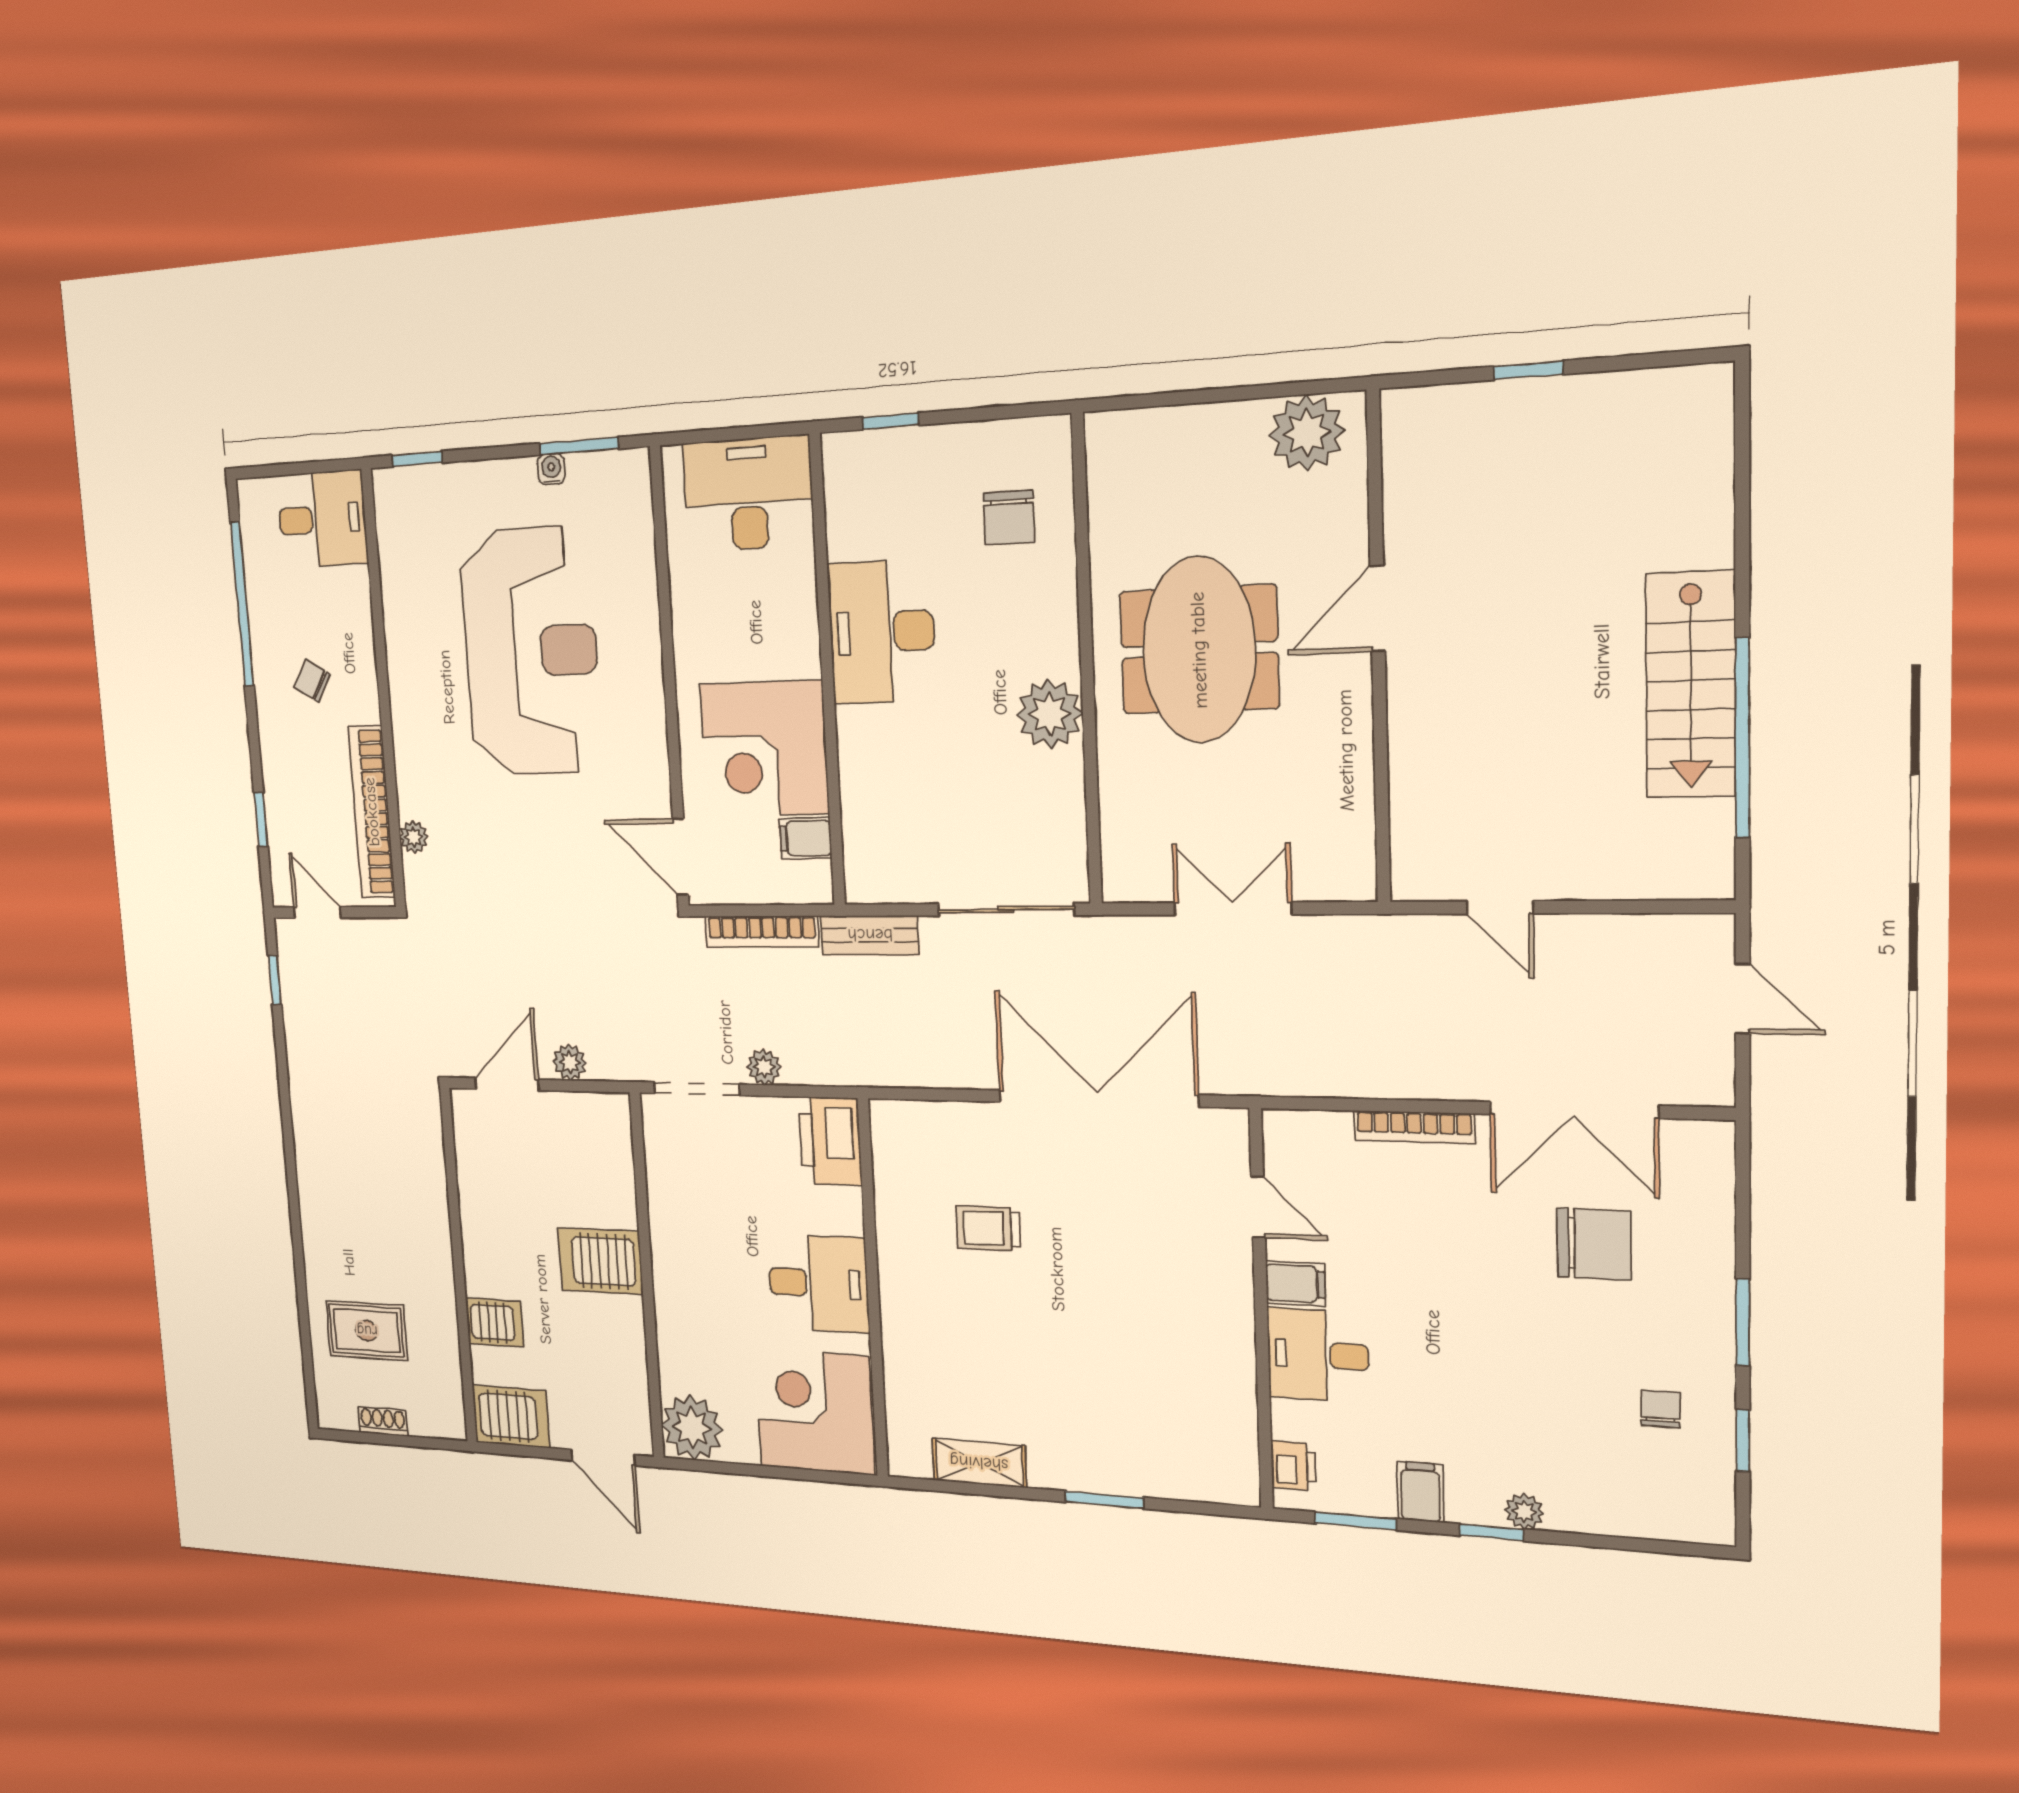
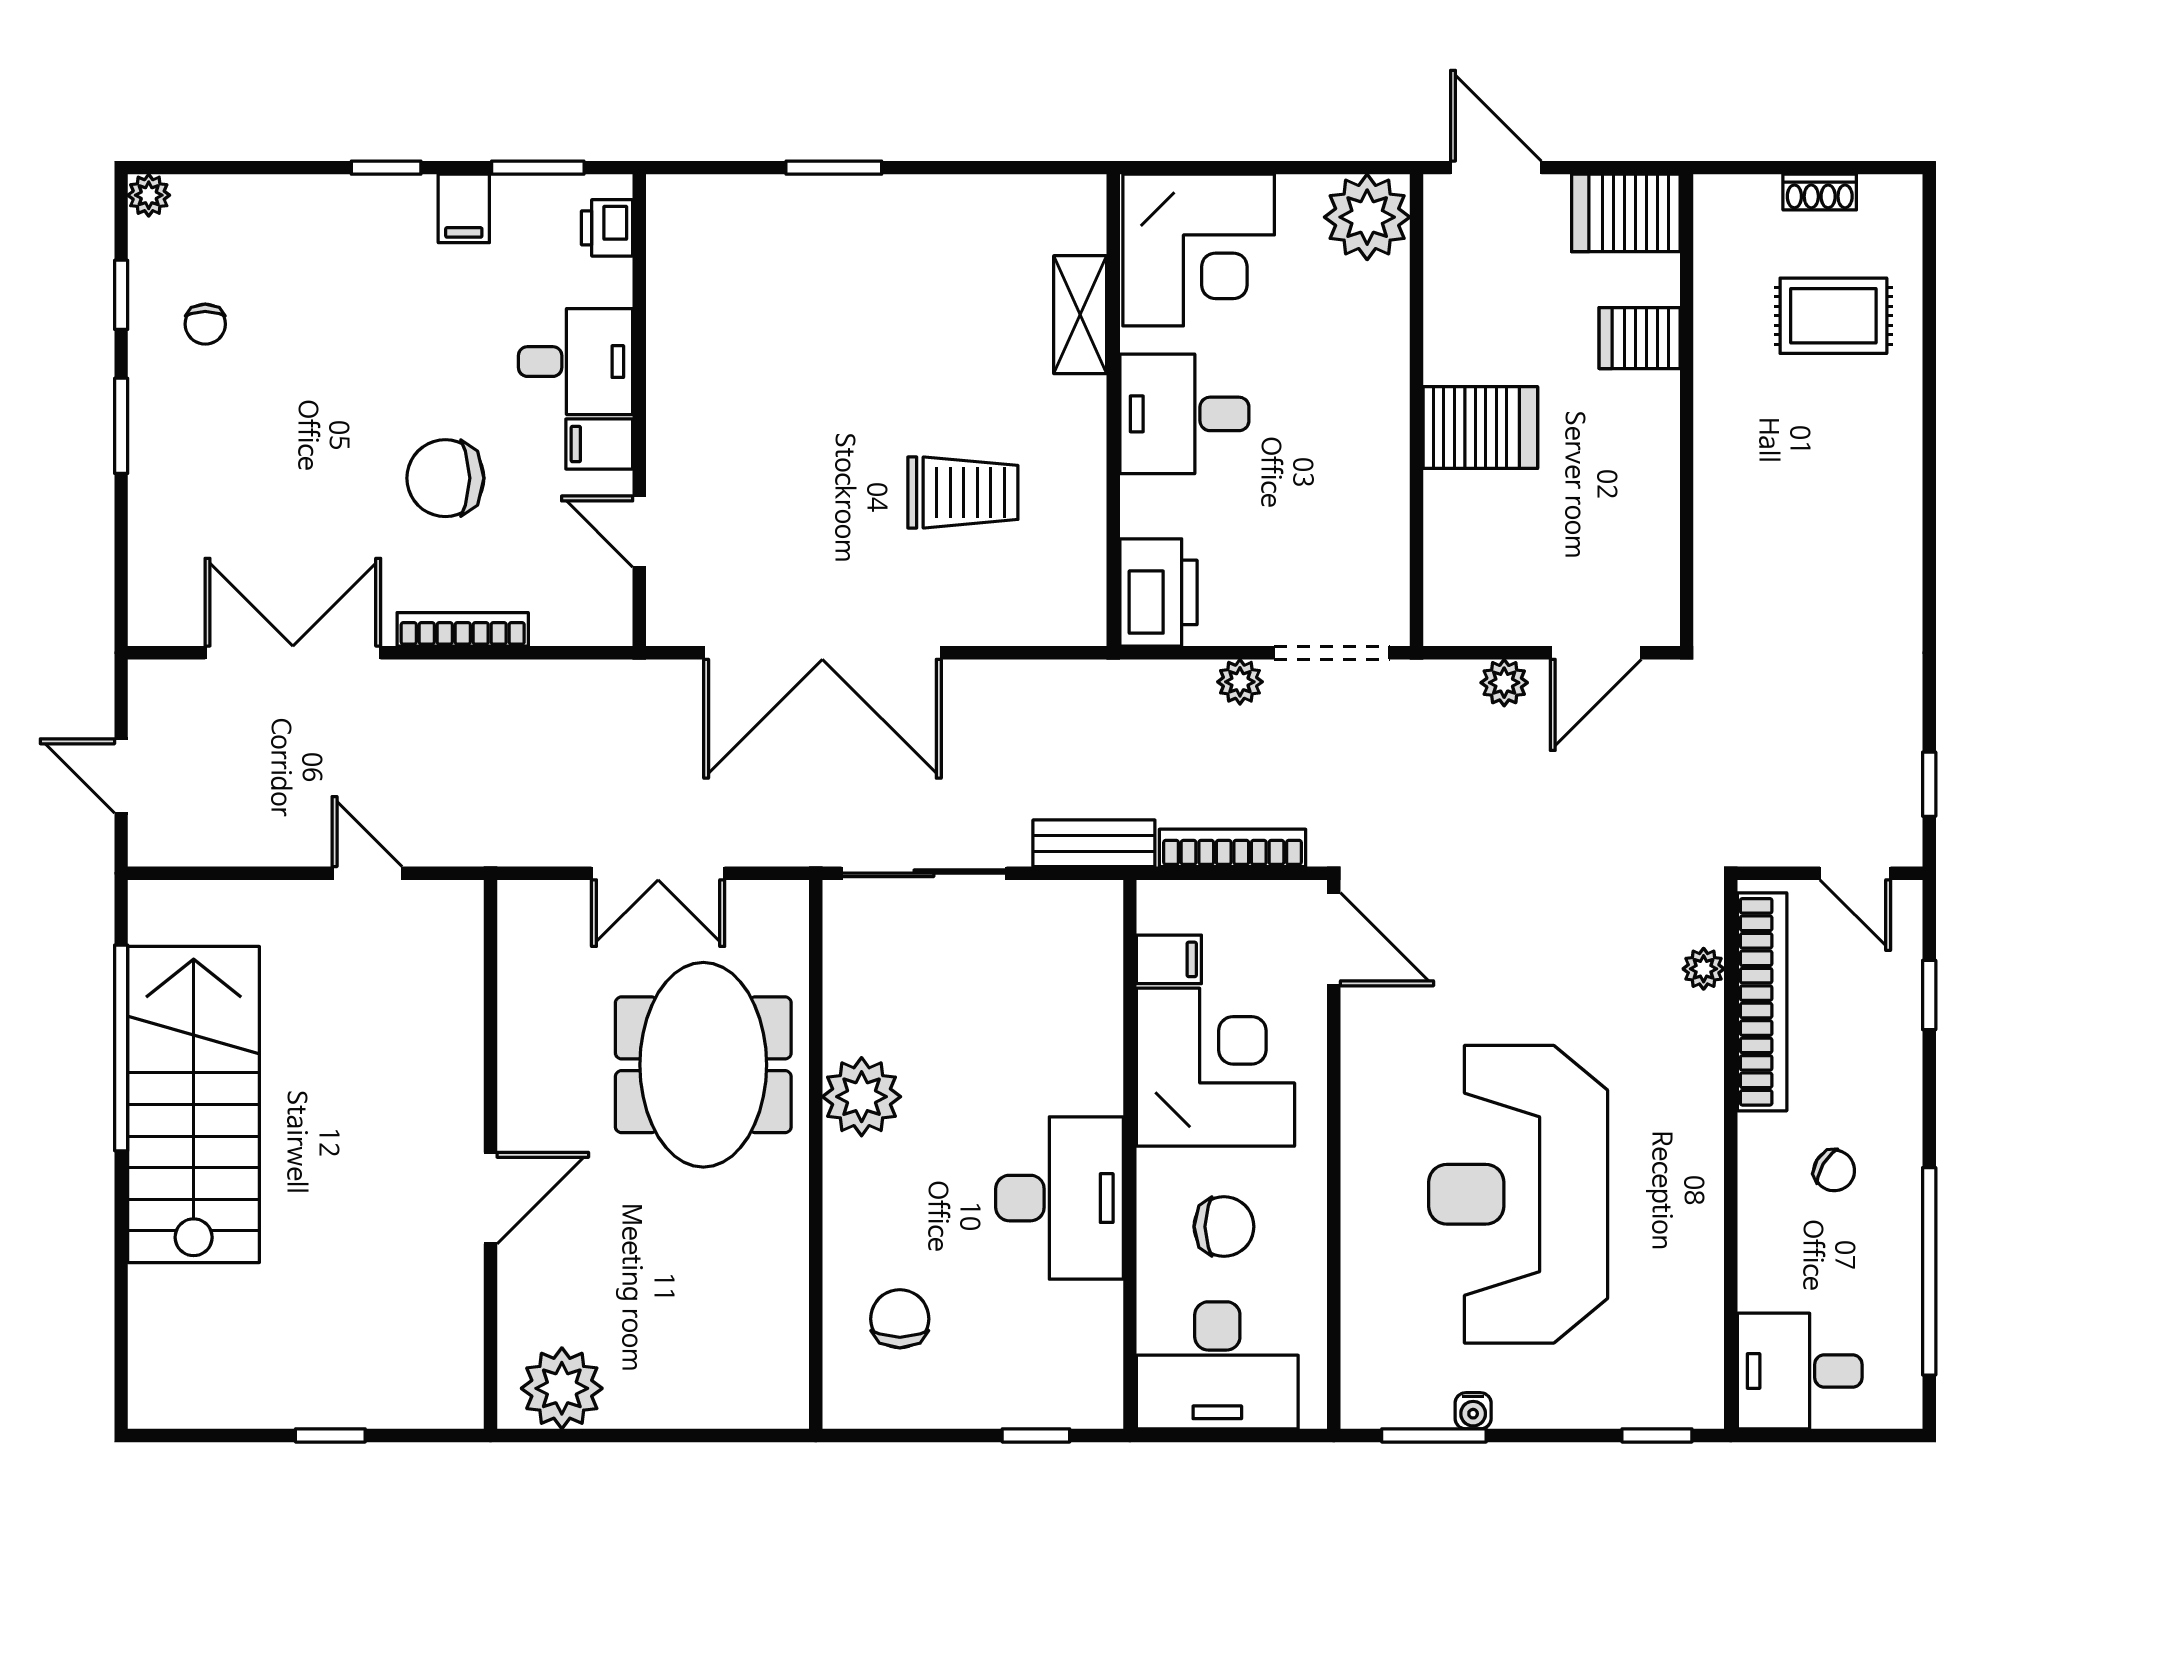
chair: (750, 614) -> (1224, 1227), added
meeting table: (1199, 650) -> (703, 1065), moved
stairs: (1691, 685) -> (194, 1105), width x1.36, depth x1.51
trolley: (988, 1228) -> (963, 492), width x1.36, depth x1.39
chair: (1594, 1244) -> (445, 478), moved
shelving: (979, 1463) -> (1080, 315), moved, turned 90
plant: (1524, 1511) -> (149, 195), moved

